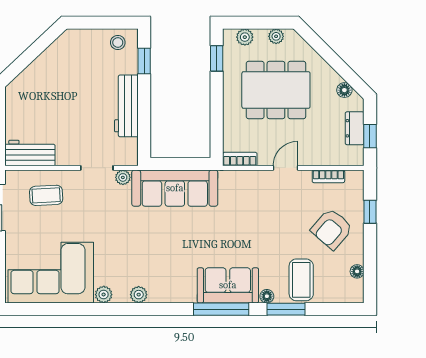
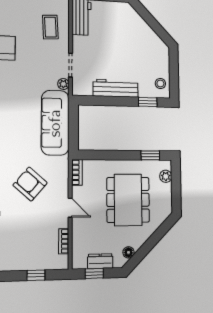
plant: (276, 36) -> (167, 200), removed
armchair: (332, 229) -> (30, 184), moved

